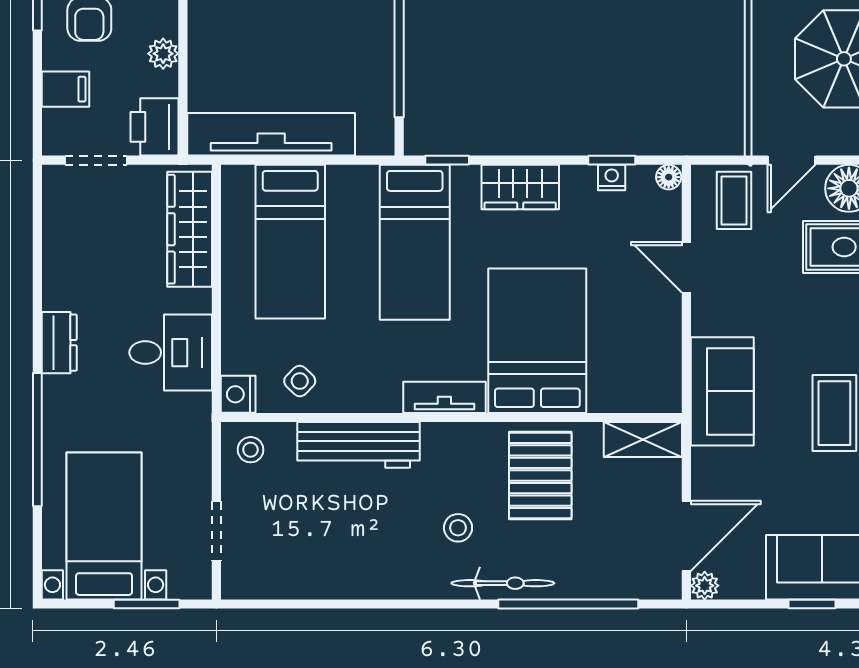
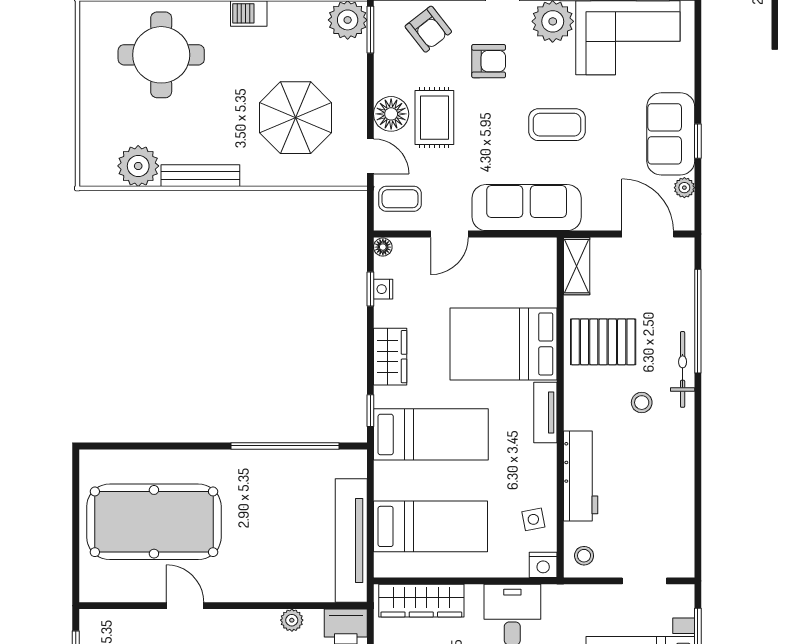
side table: (300, 381) -> (533, 519), turned 35
sofa: (722, 391) -> (527, 208), width x1.36
plant: (705, 586) -> (684, 188), moved

